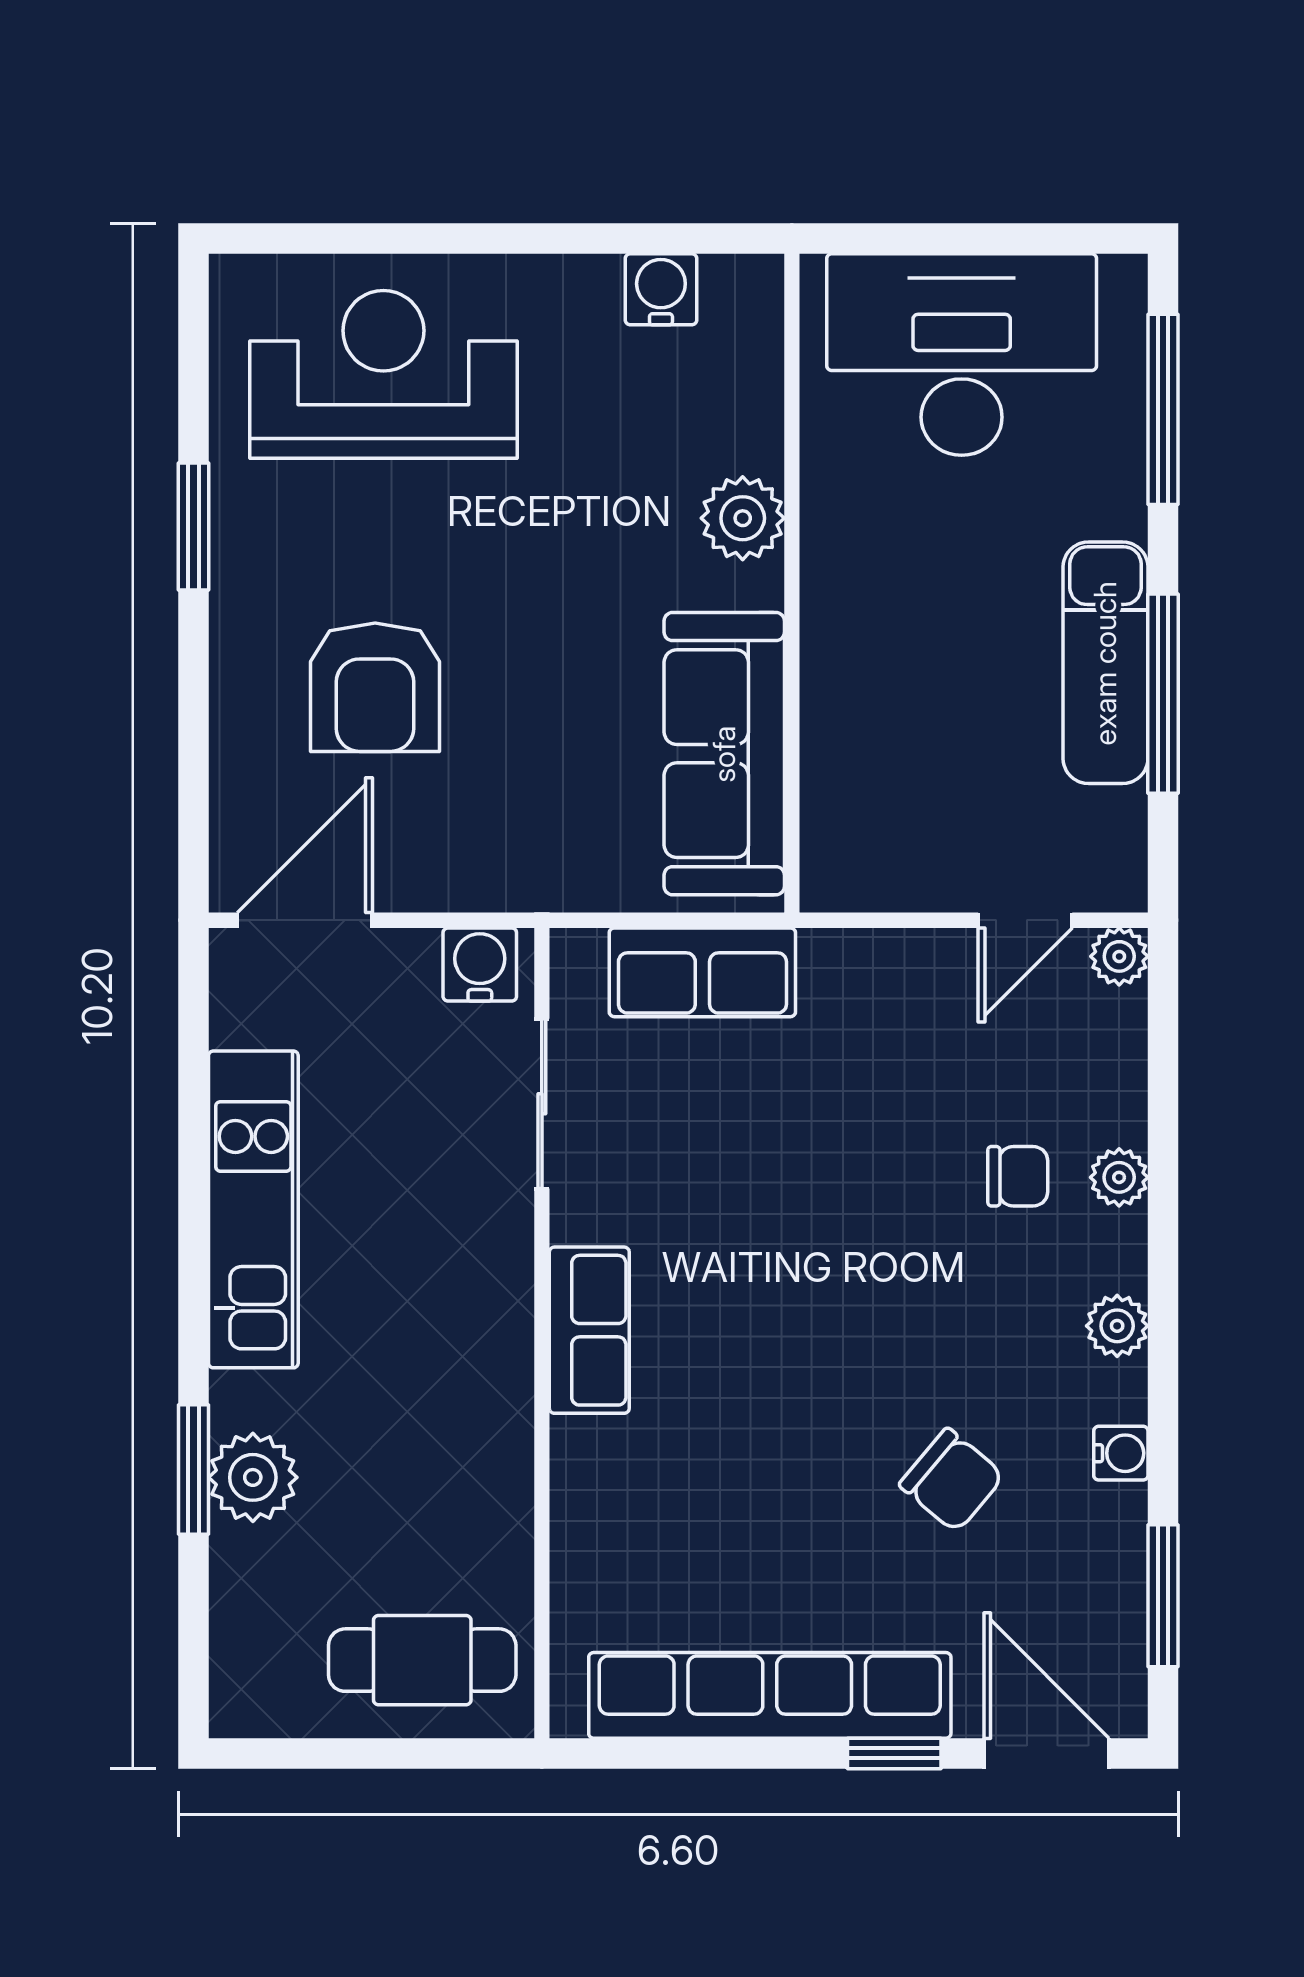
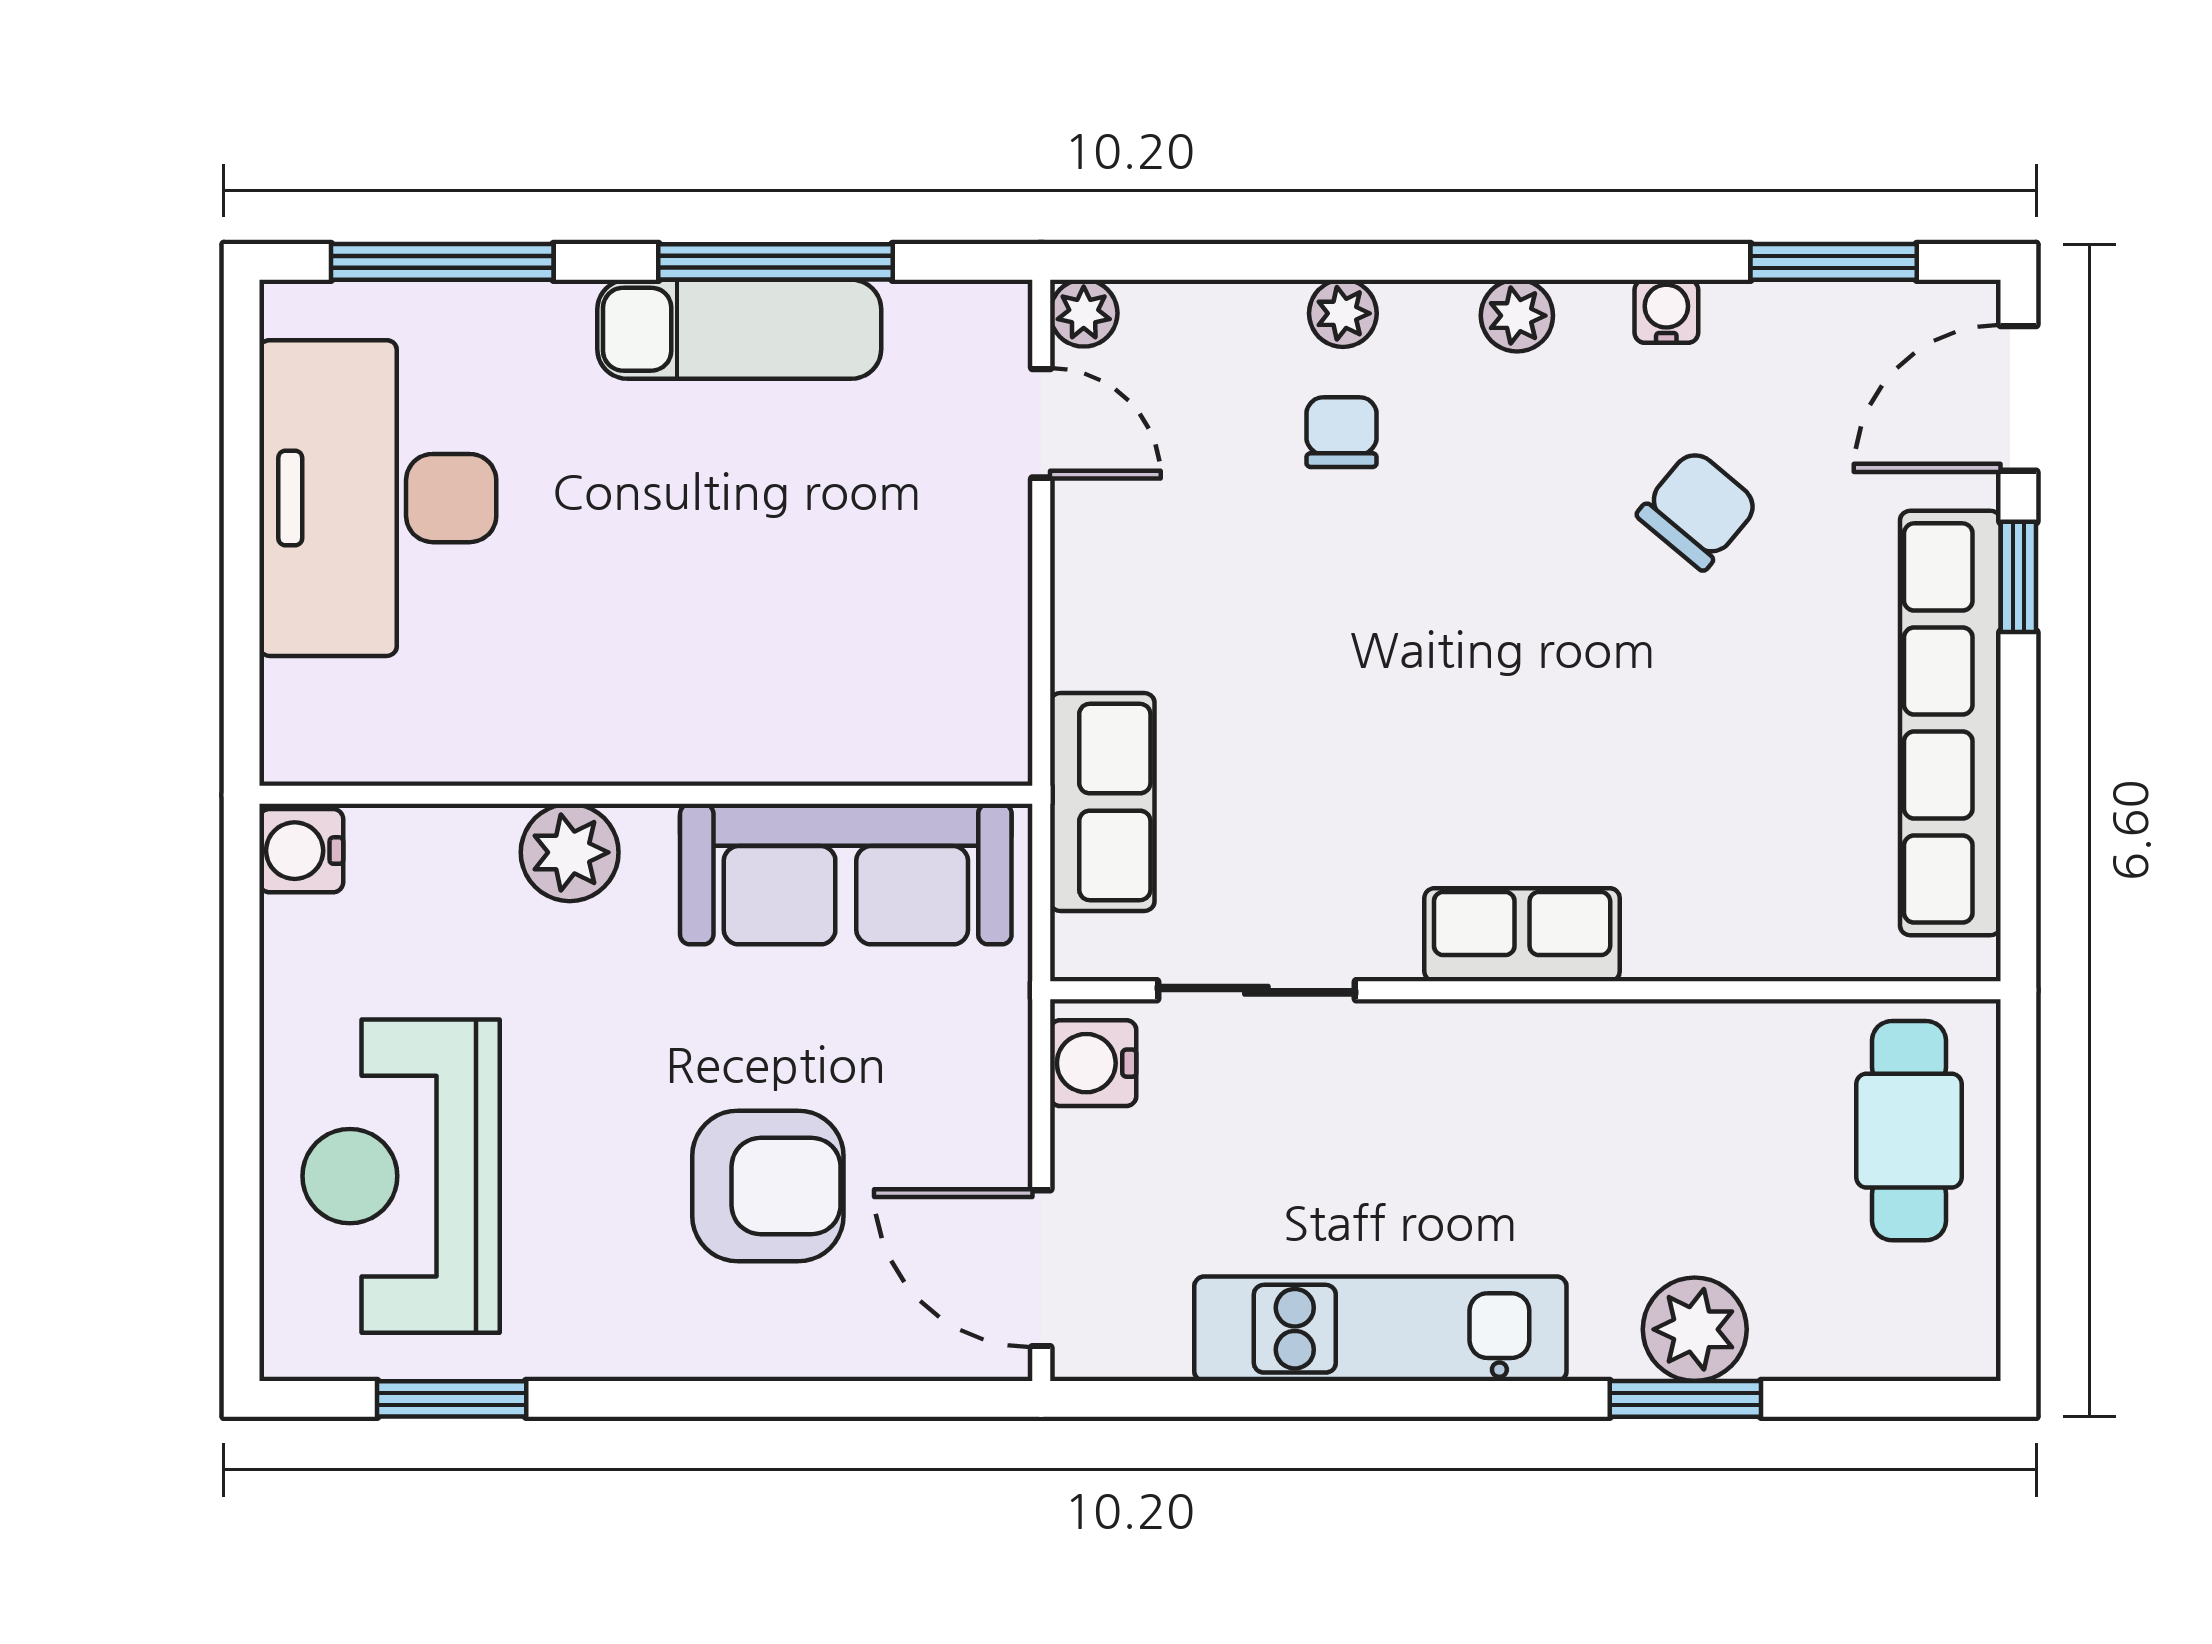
plant: (743, 518) -> (570, 852), moved
window: (193, 526) -> (452, 1399), moved
wall: (792, 583) -> (646, 795), moved
sofa: (724, 754) -> (846, 874), moved

